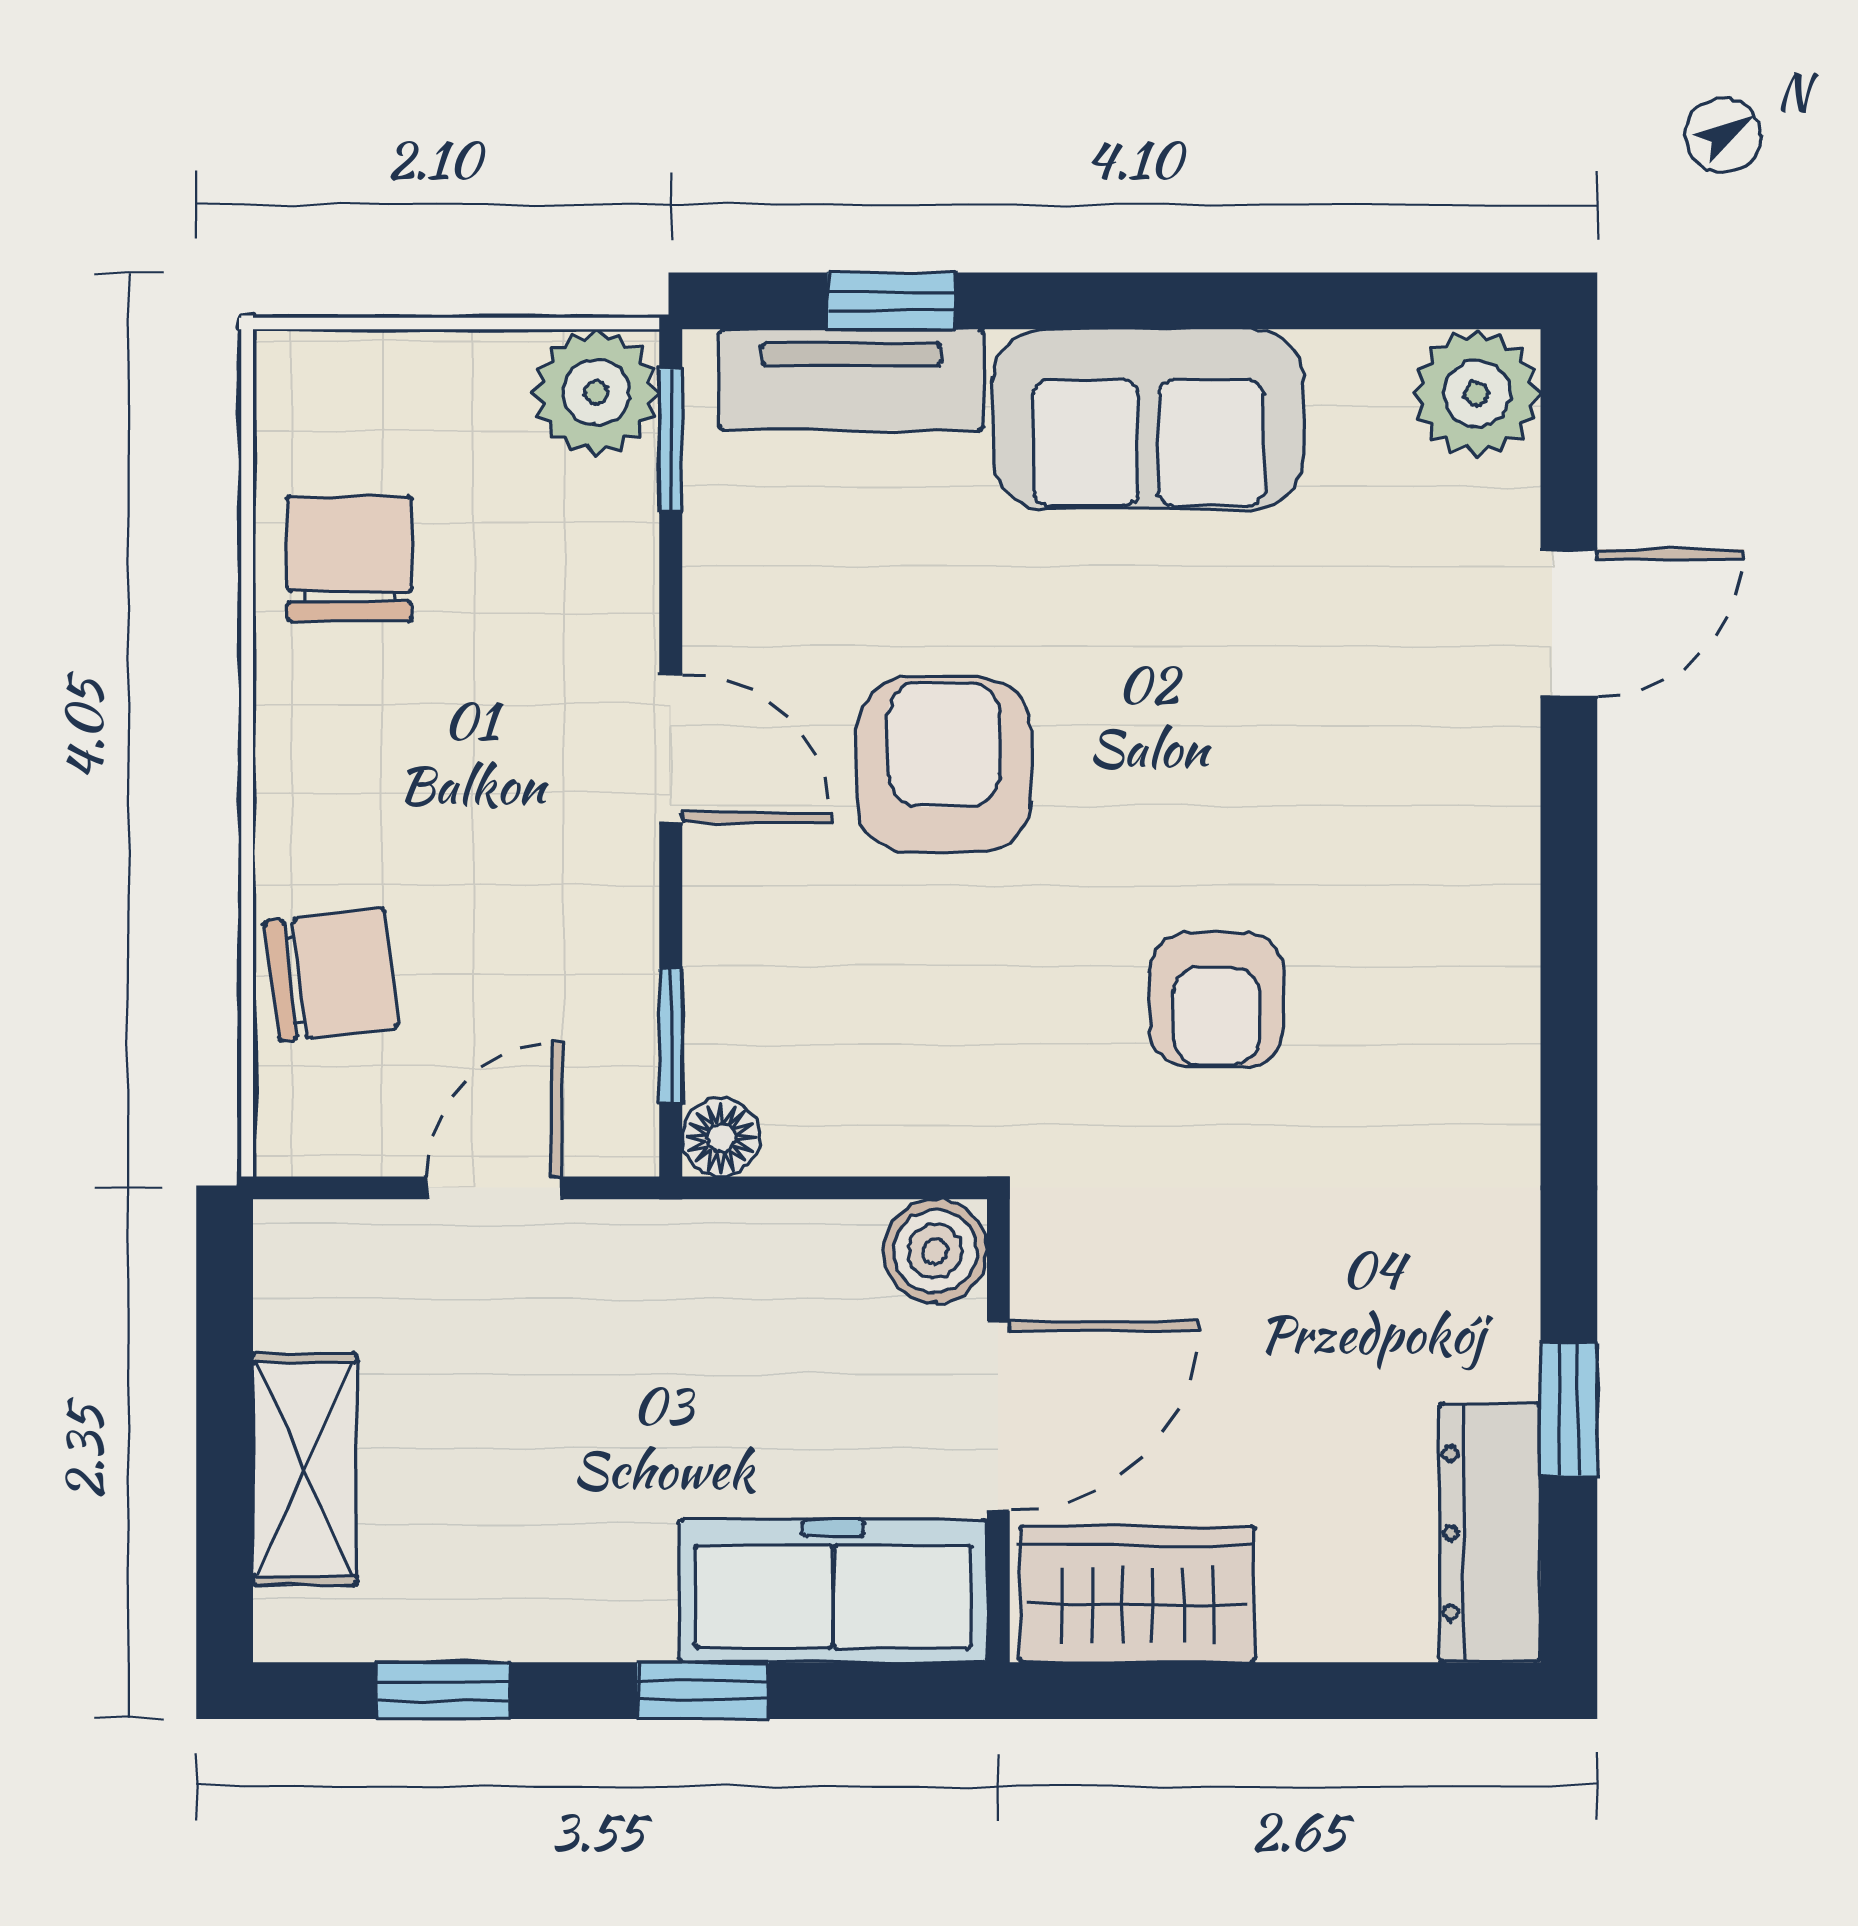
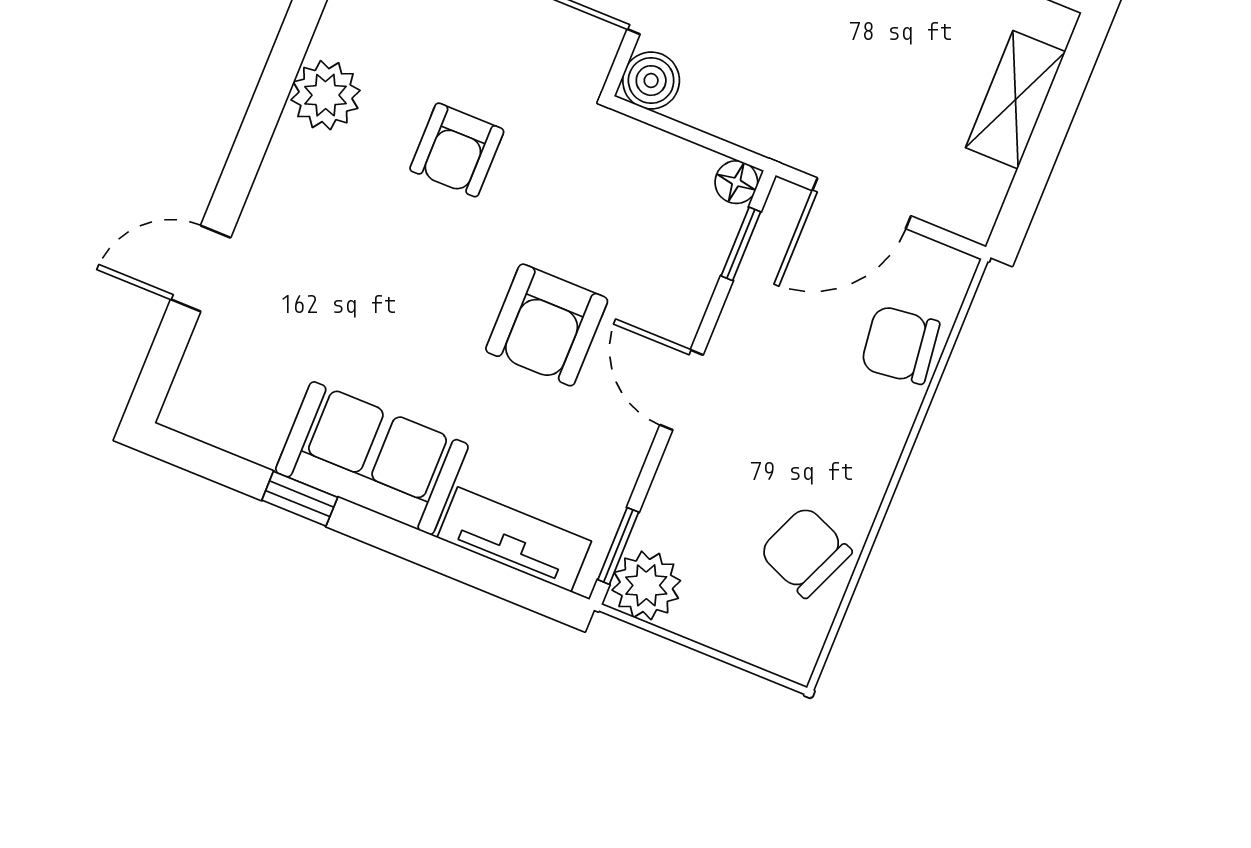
window: (891, 301) -> (300, 499), moved
plant: (1477, 393) -> (325, 95), moved
chair: (350, 559) -> (805, 552), turned 113
armchair: (1217, 1000) -> (457, 150), turned 180
door: (494, 1188) -> (862, 203), width x1.38

